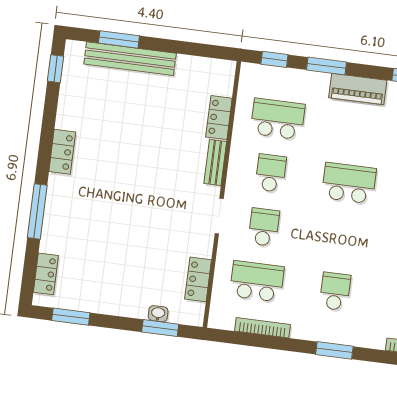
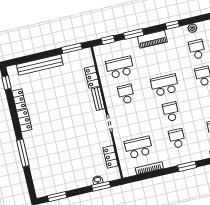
window: (119, 39) -> (72, 48), moved
school desk: (264, 227) -> (171, 112), moved
locker: (46, 274) -> (19, 100), moved

